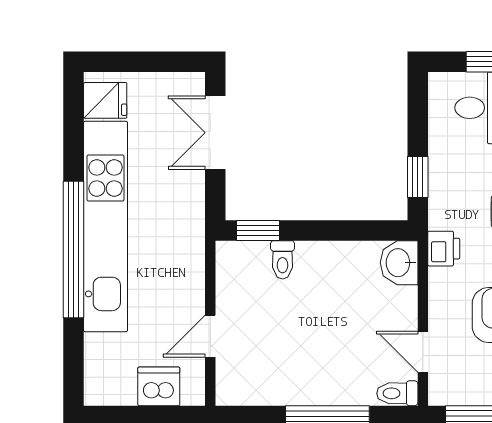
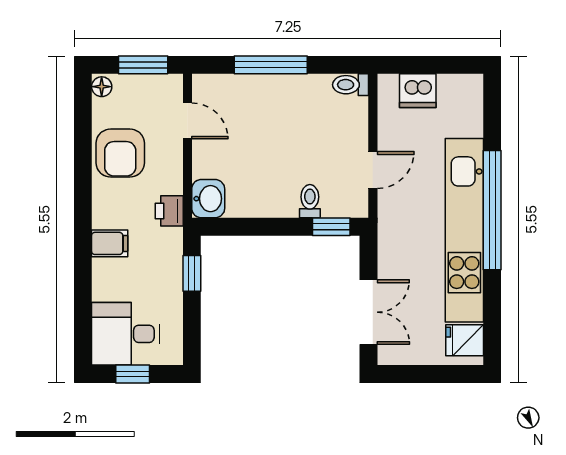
door: (210, 336) -> (373, 170), moved
toilet: (397, 393) -> (351, 85), moved, turned 180

